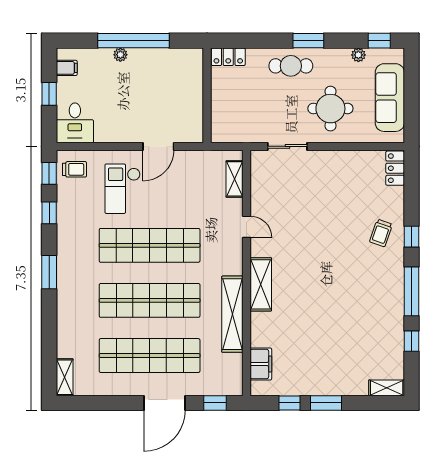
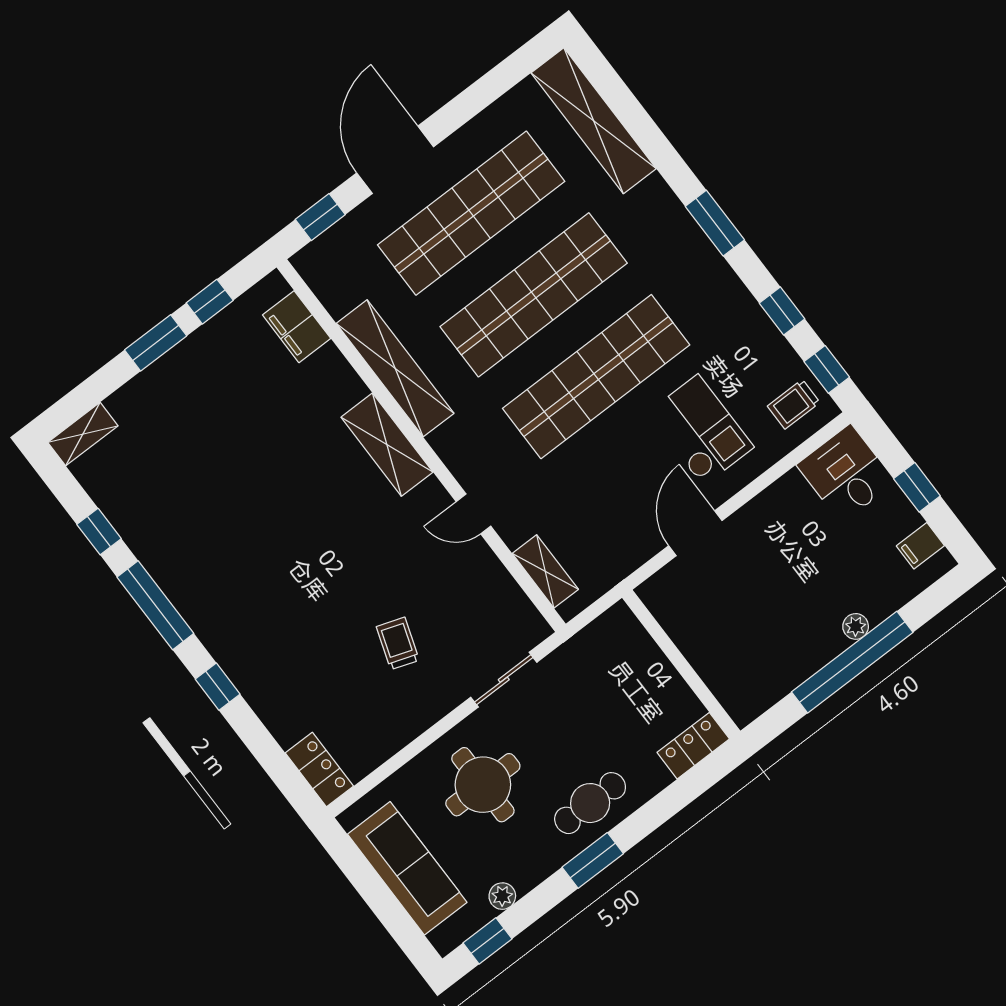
trolley: (381, 233) -> (398, 643), moved
shelving: (65, 377) -> (594, 121), width x2.20, depth x1.33

